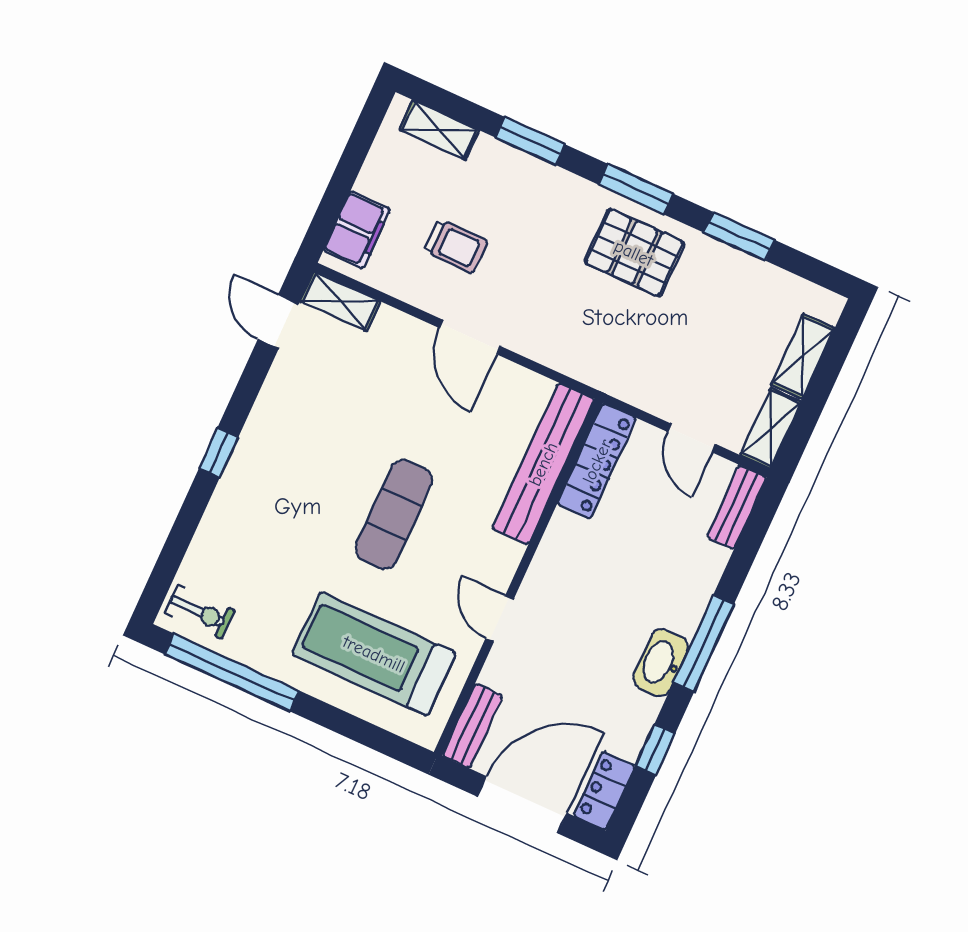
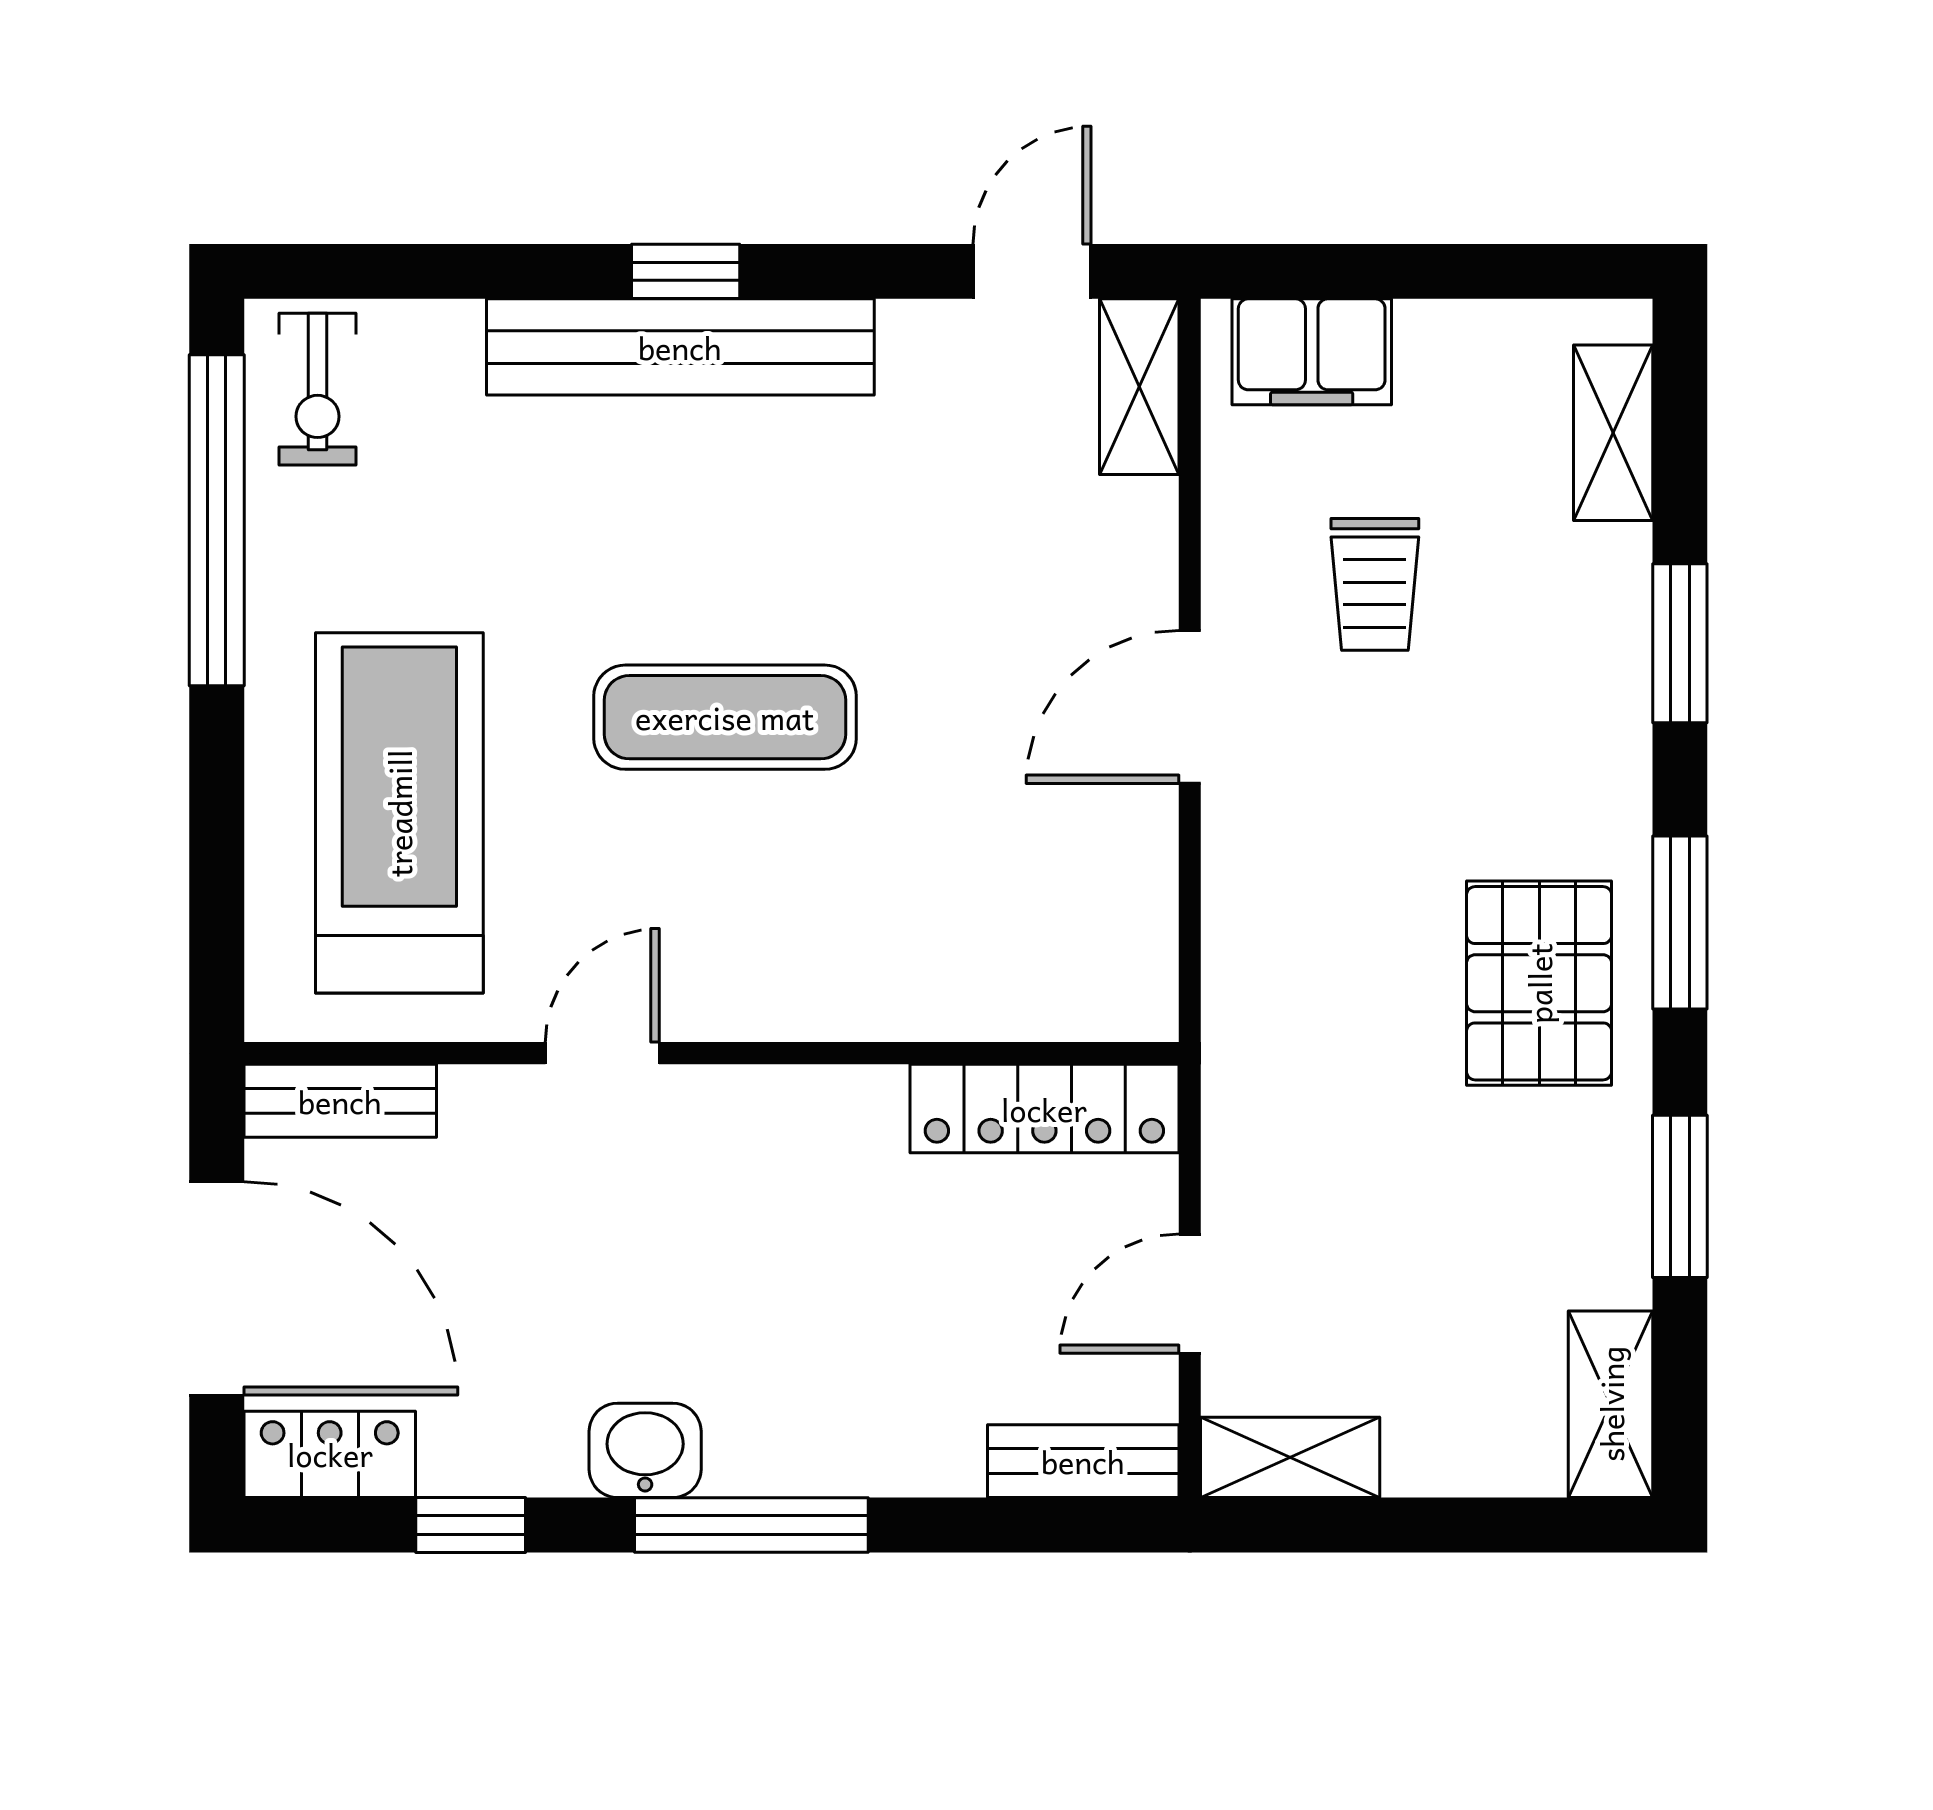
shelving: (803, 356) -> (1611, 1404), moved, turned 90
bench: (543, 464) -> (680, 347), moved
washbasin: (661, 663) -> (645, 1450), width x0.72

